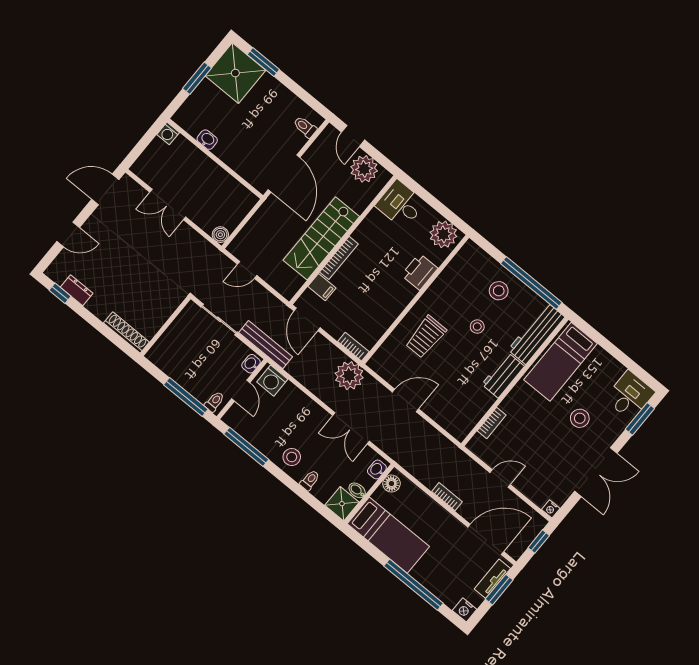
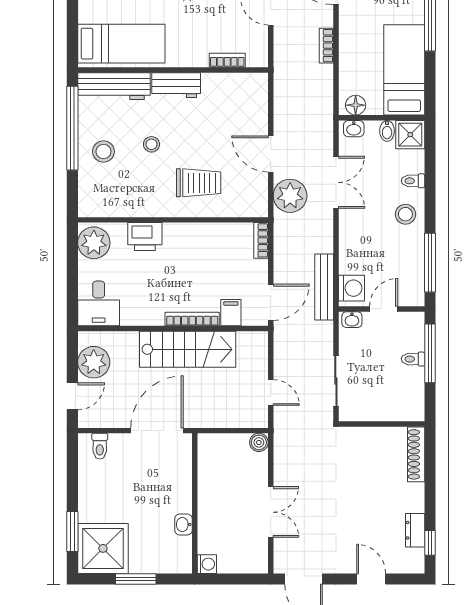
bench: (266, 345) -> (324, 287), moved
plant: (349, 376) -> (290, 196), moved
toilet: (214, 402) -> (413, 359), moved

